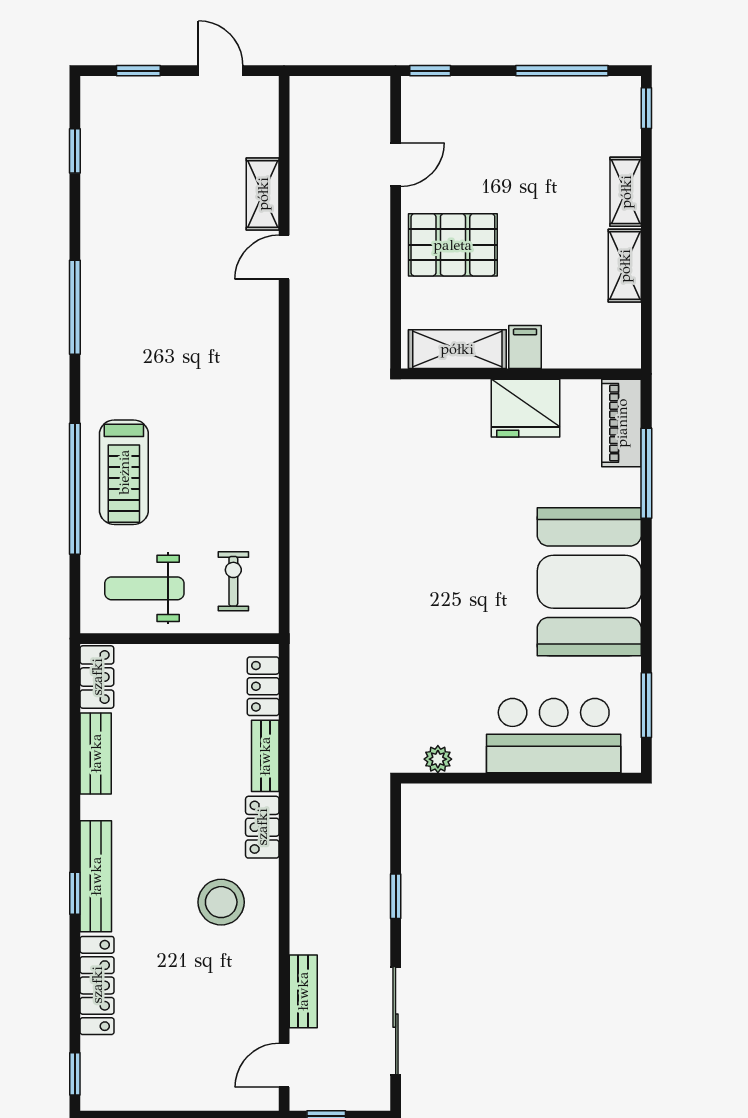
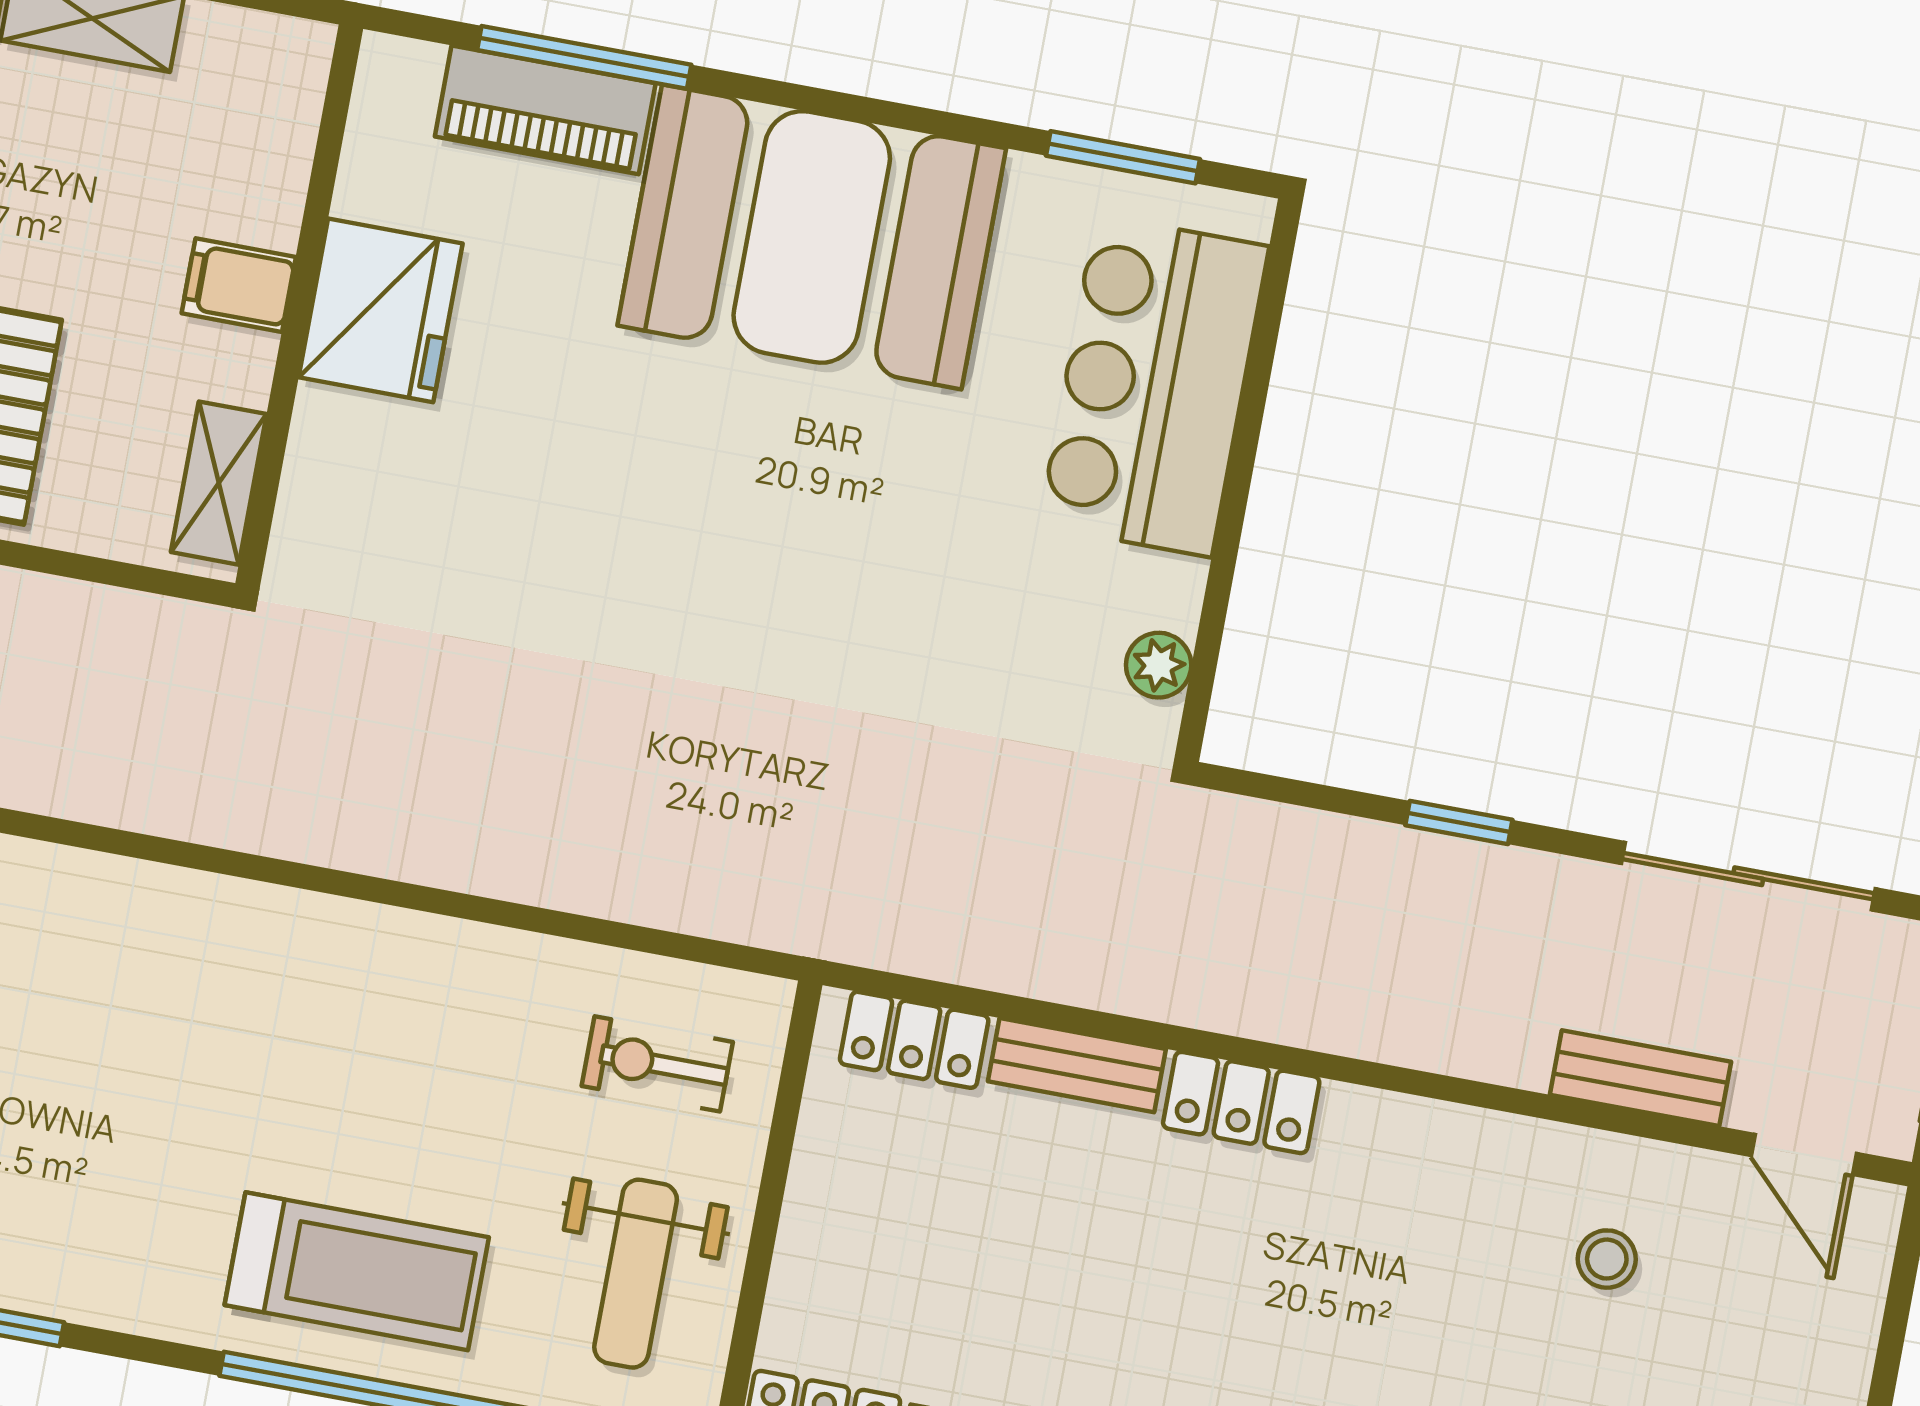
shelving: (457, 349) -> (219, 483), width x0.67, depth x0.75
piano: (622, 423) -> (545, 110), moved
stool: (221, 902) -> (1607, 1259), moved, width x0.53, depth x0.53

